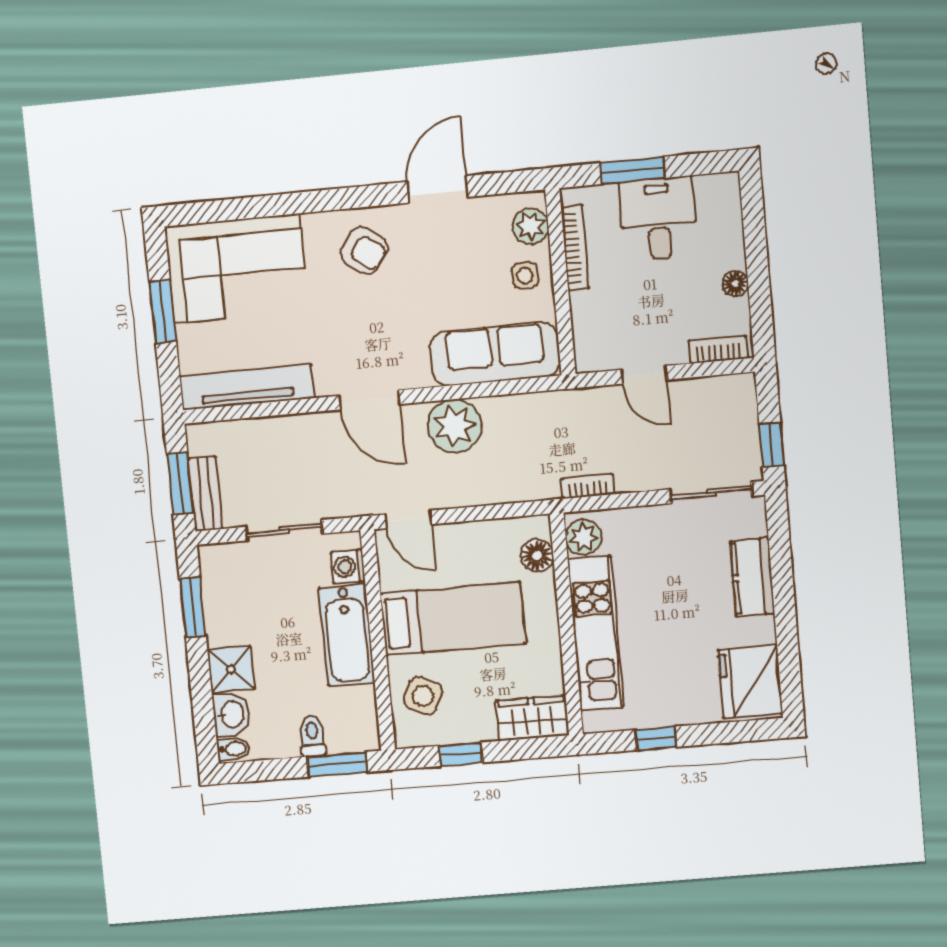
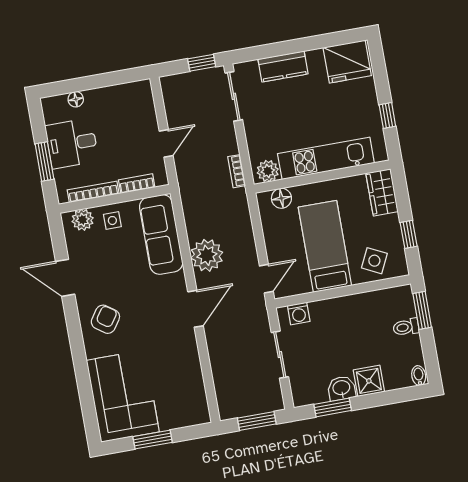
floor lamp: (735, 284) -> (76, 99), moved
bookcase: (718, 349) -> (137, 184), moved, turned 90
tv unit: (247, 387) -> (194, 384), removed
bench: (205, 494) -> (262, 405), removed
bathtub: (347, 635) -> (341, 311), removed
washbasin: (232, 715) -> (341, 388), moved

